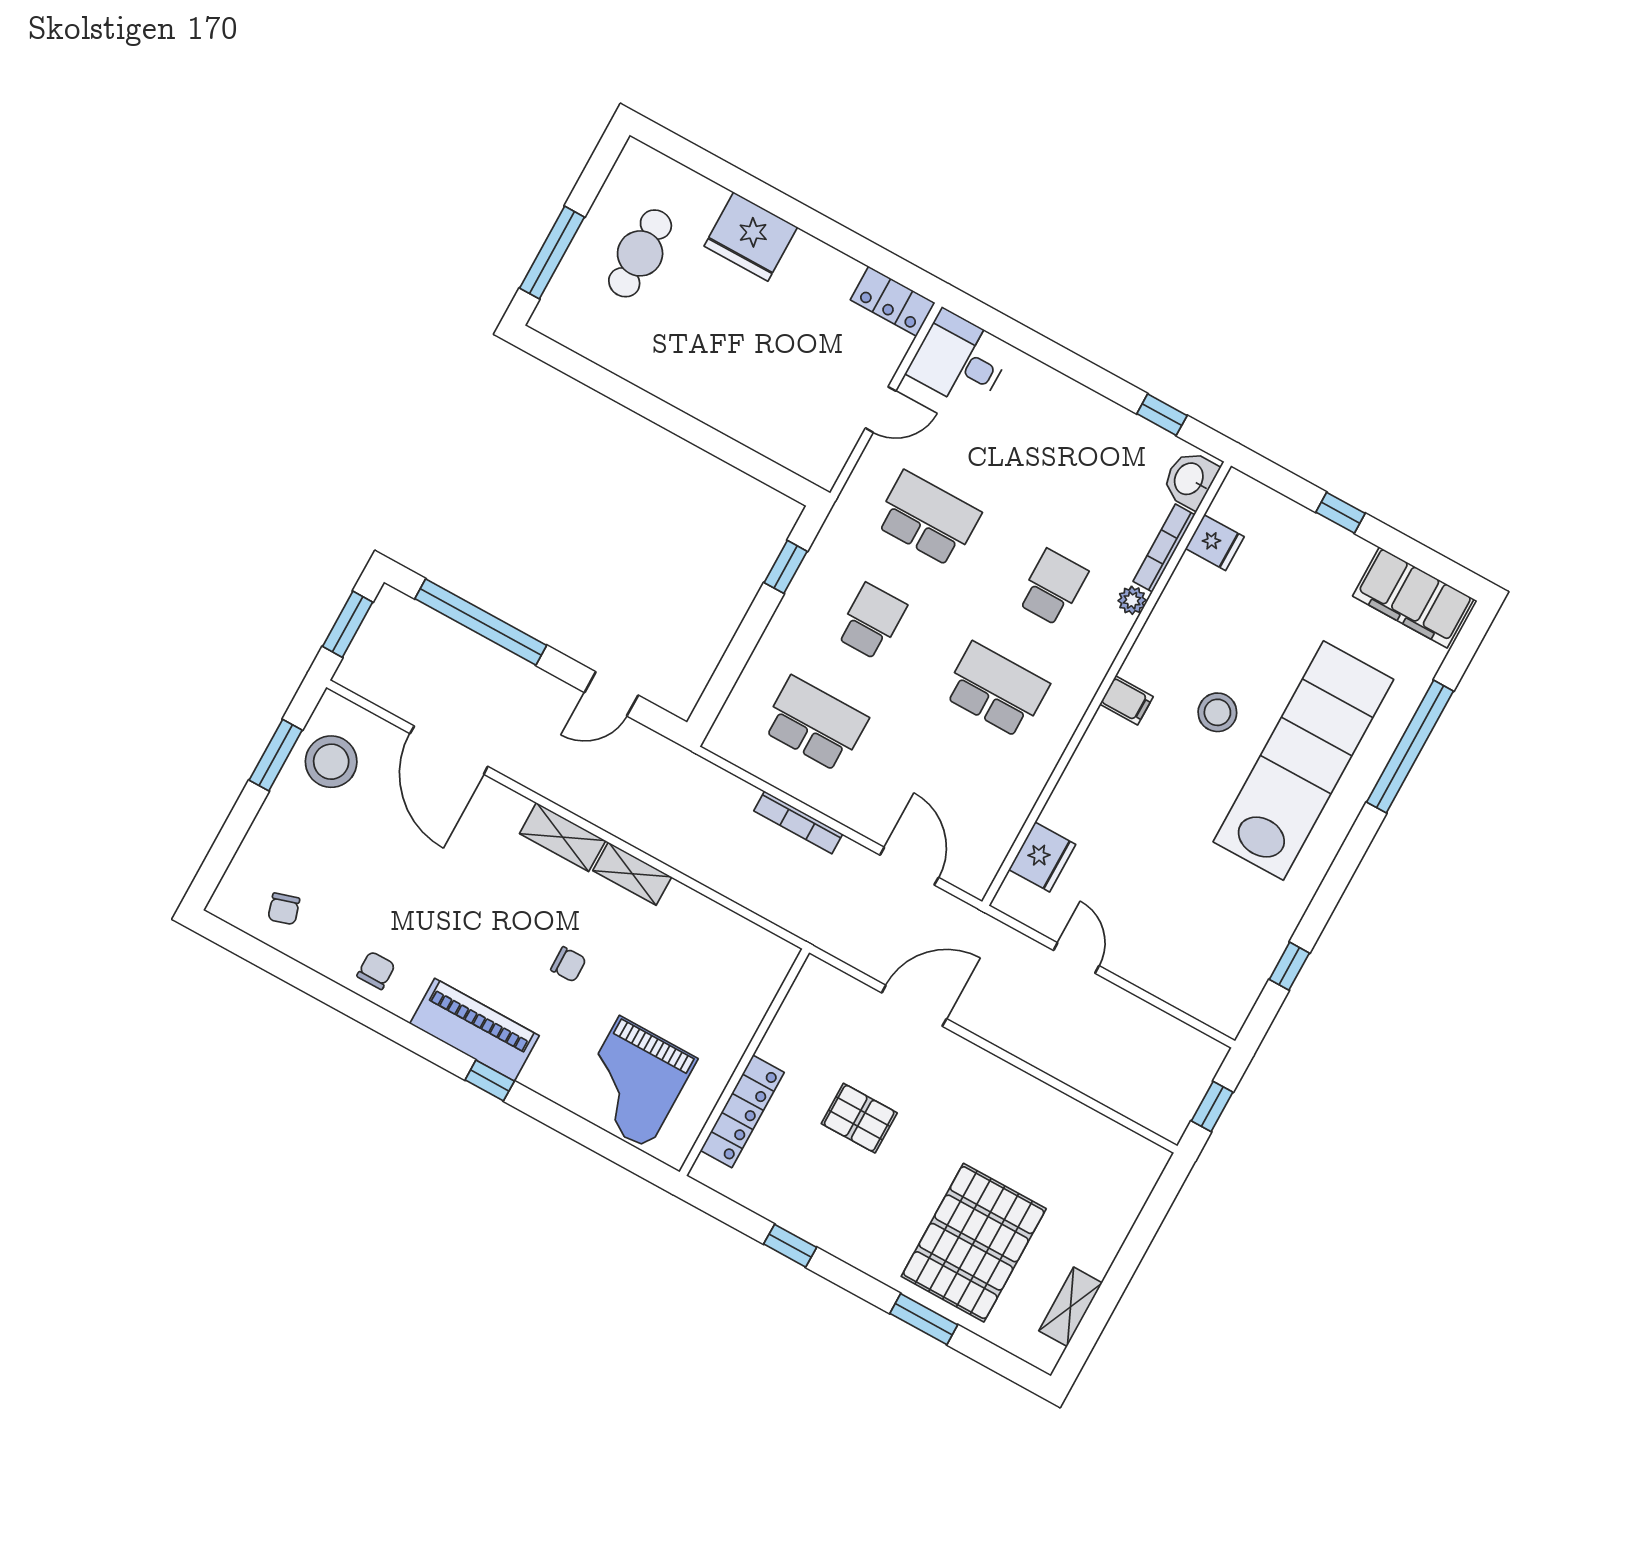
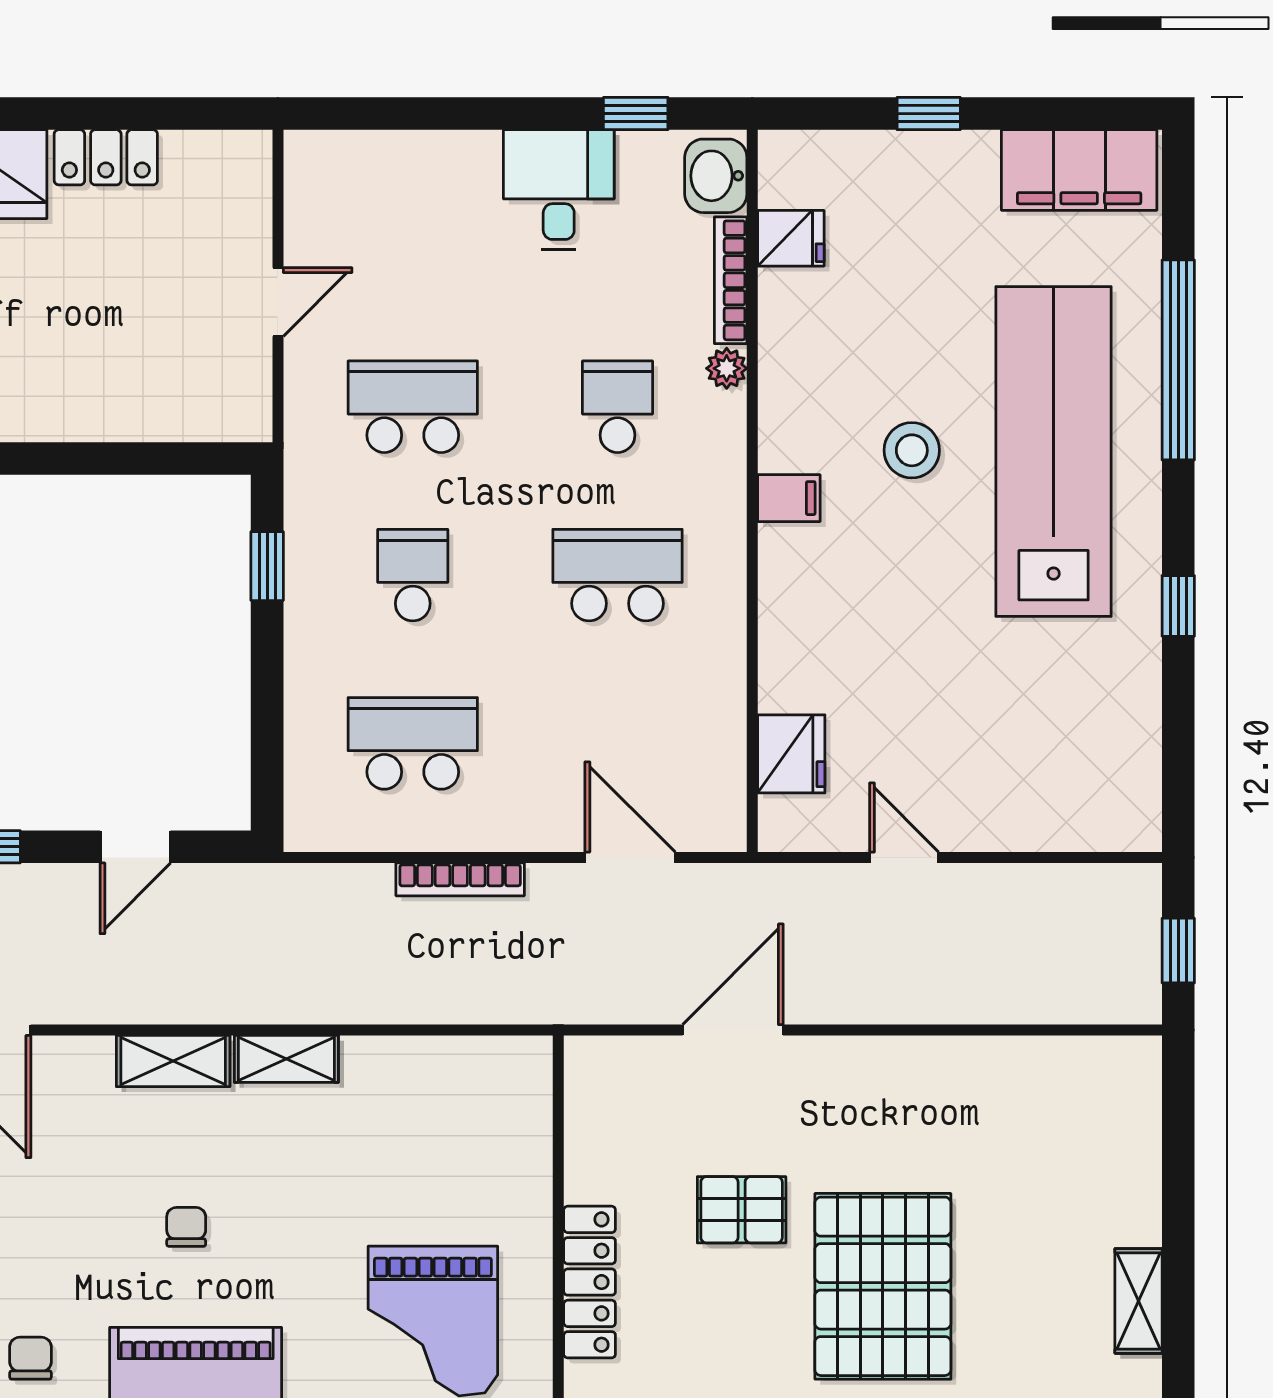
locker: (893, 301) -> (106, 157), moved
desk: (960, 360) -> (559, 189), moved, turned 90
chair: (568, 964) -> (186, 1227), moved, turned -89
window: (1289, 966) -> (1178, 606), moved
pallet: (974, 1243) -> (883, 1286), moved

